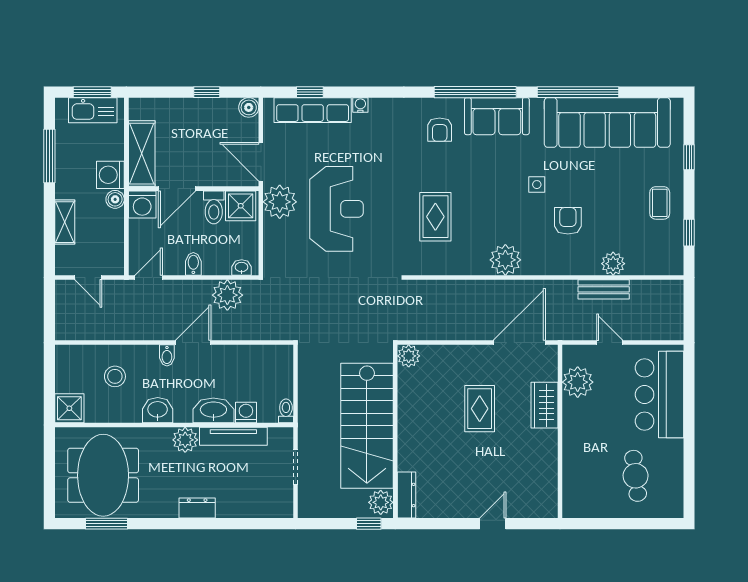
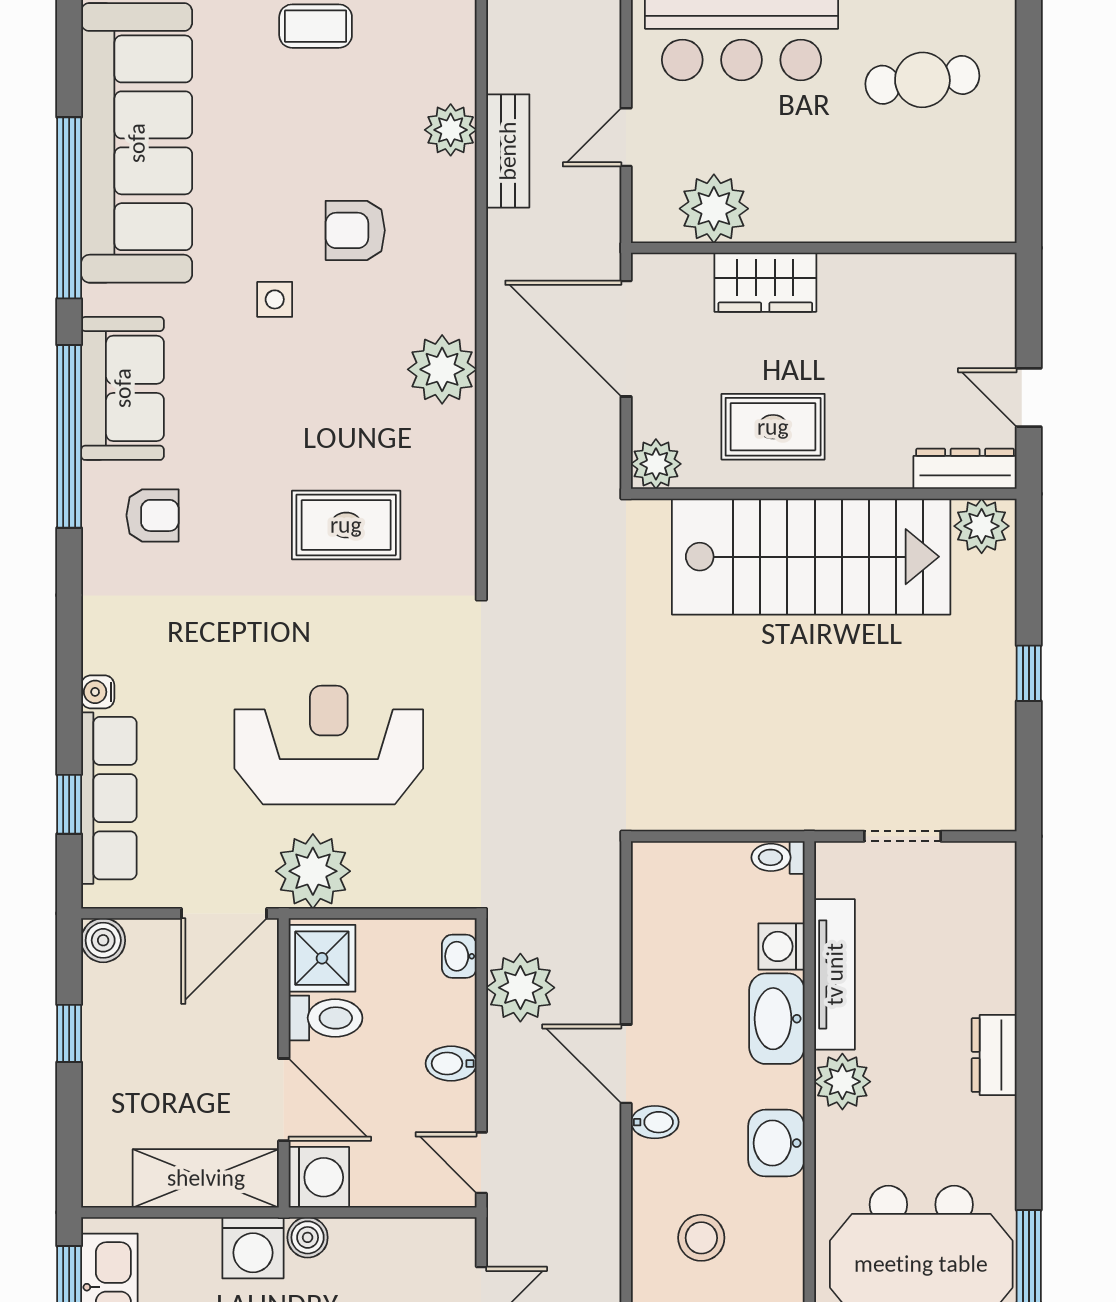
plant: (409, 356) -> (656, 464), moved
stairs: (367, 426) -> (811, 557), moved
wall: (395, 431) -> (824, 494), moved
dresser: (406, 495) -> (965, 469), moved
plant: (381, 502) -> (982, 526), moved

